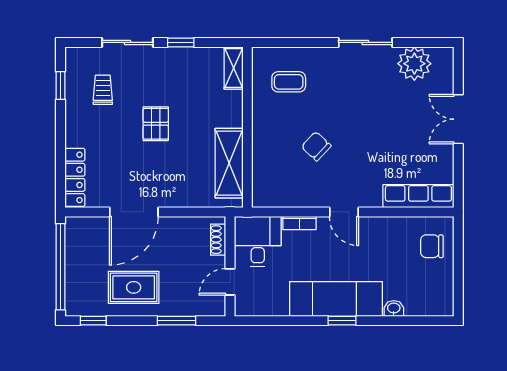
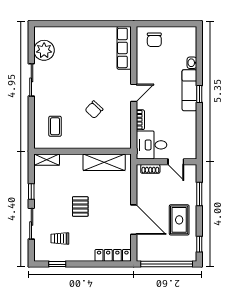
double door: (458, 119) -> (78, 24), removed
pallet: (156, 124) -> (80, 207), turned 90
exam couch: (336, 299) -> (189, 90), width x0.73, depth x0.69

